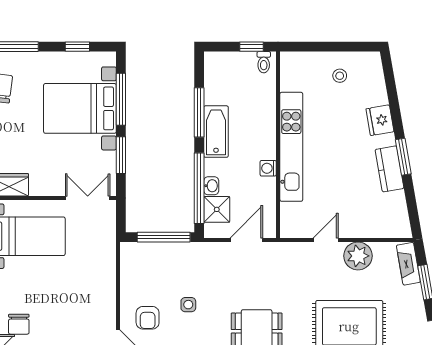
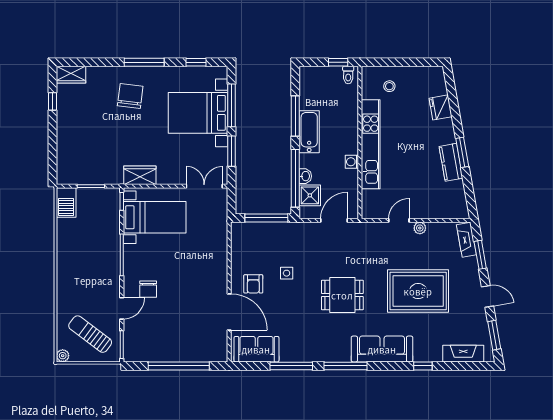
stool: (340, 76) -> (389, 86), moved
fridge: (380, 120) -> (441, 107), moved
plant: (358, 256) -> (420, 228), width x0.53, depth x0.53

